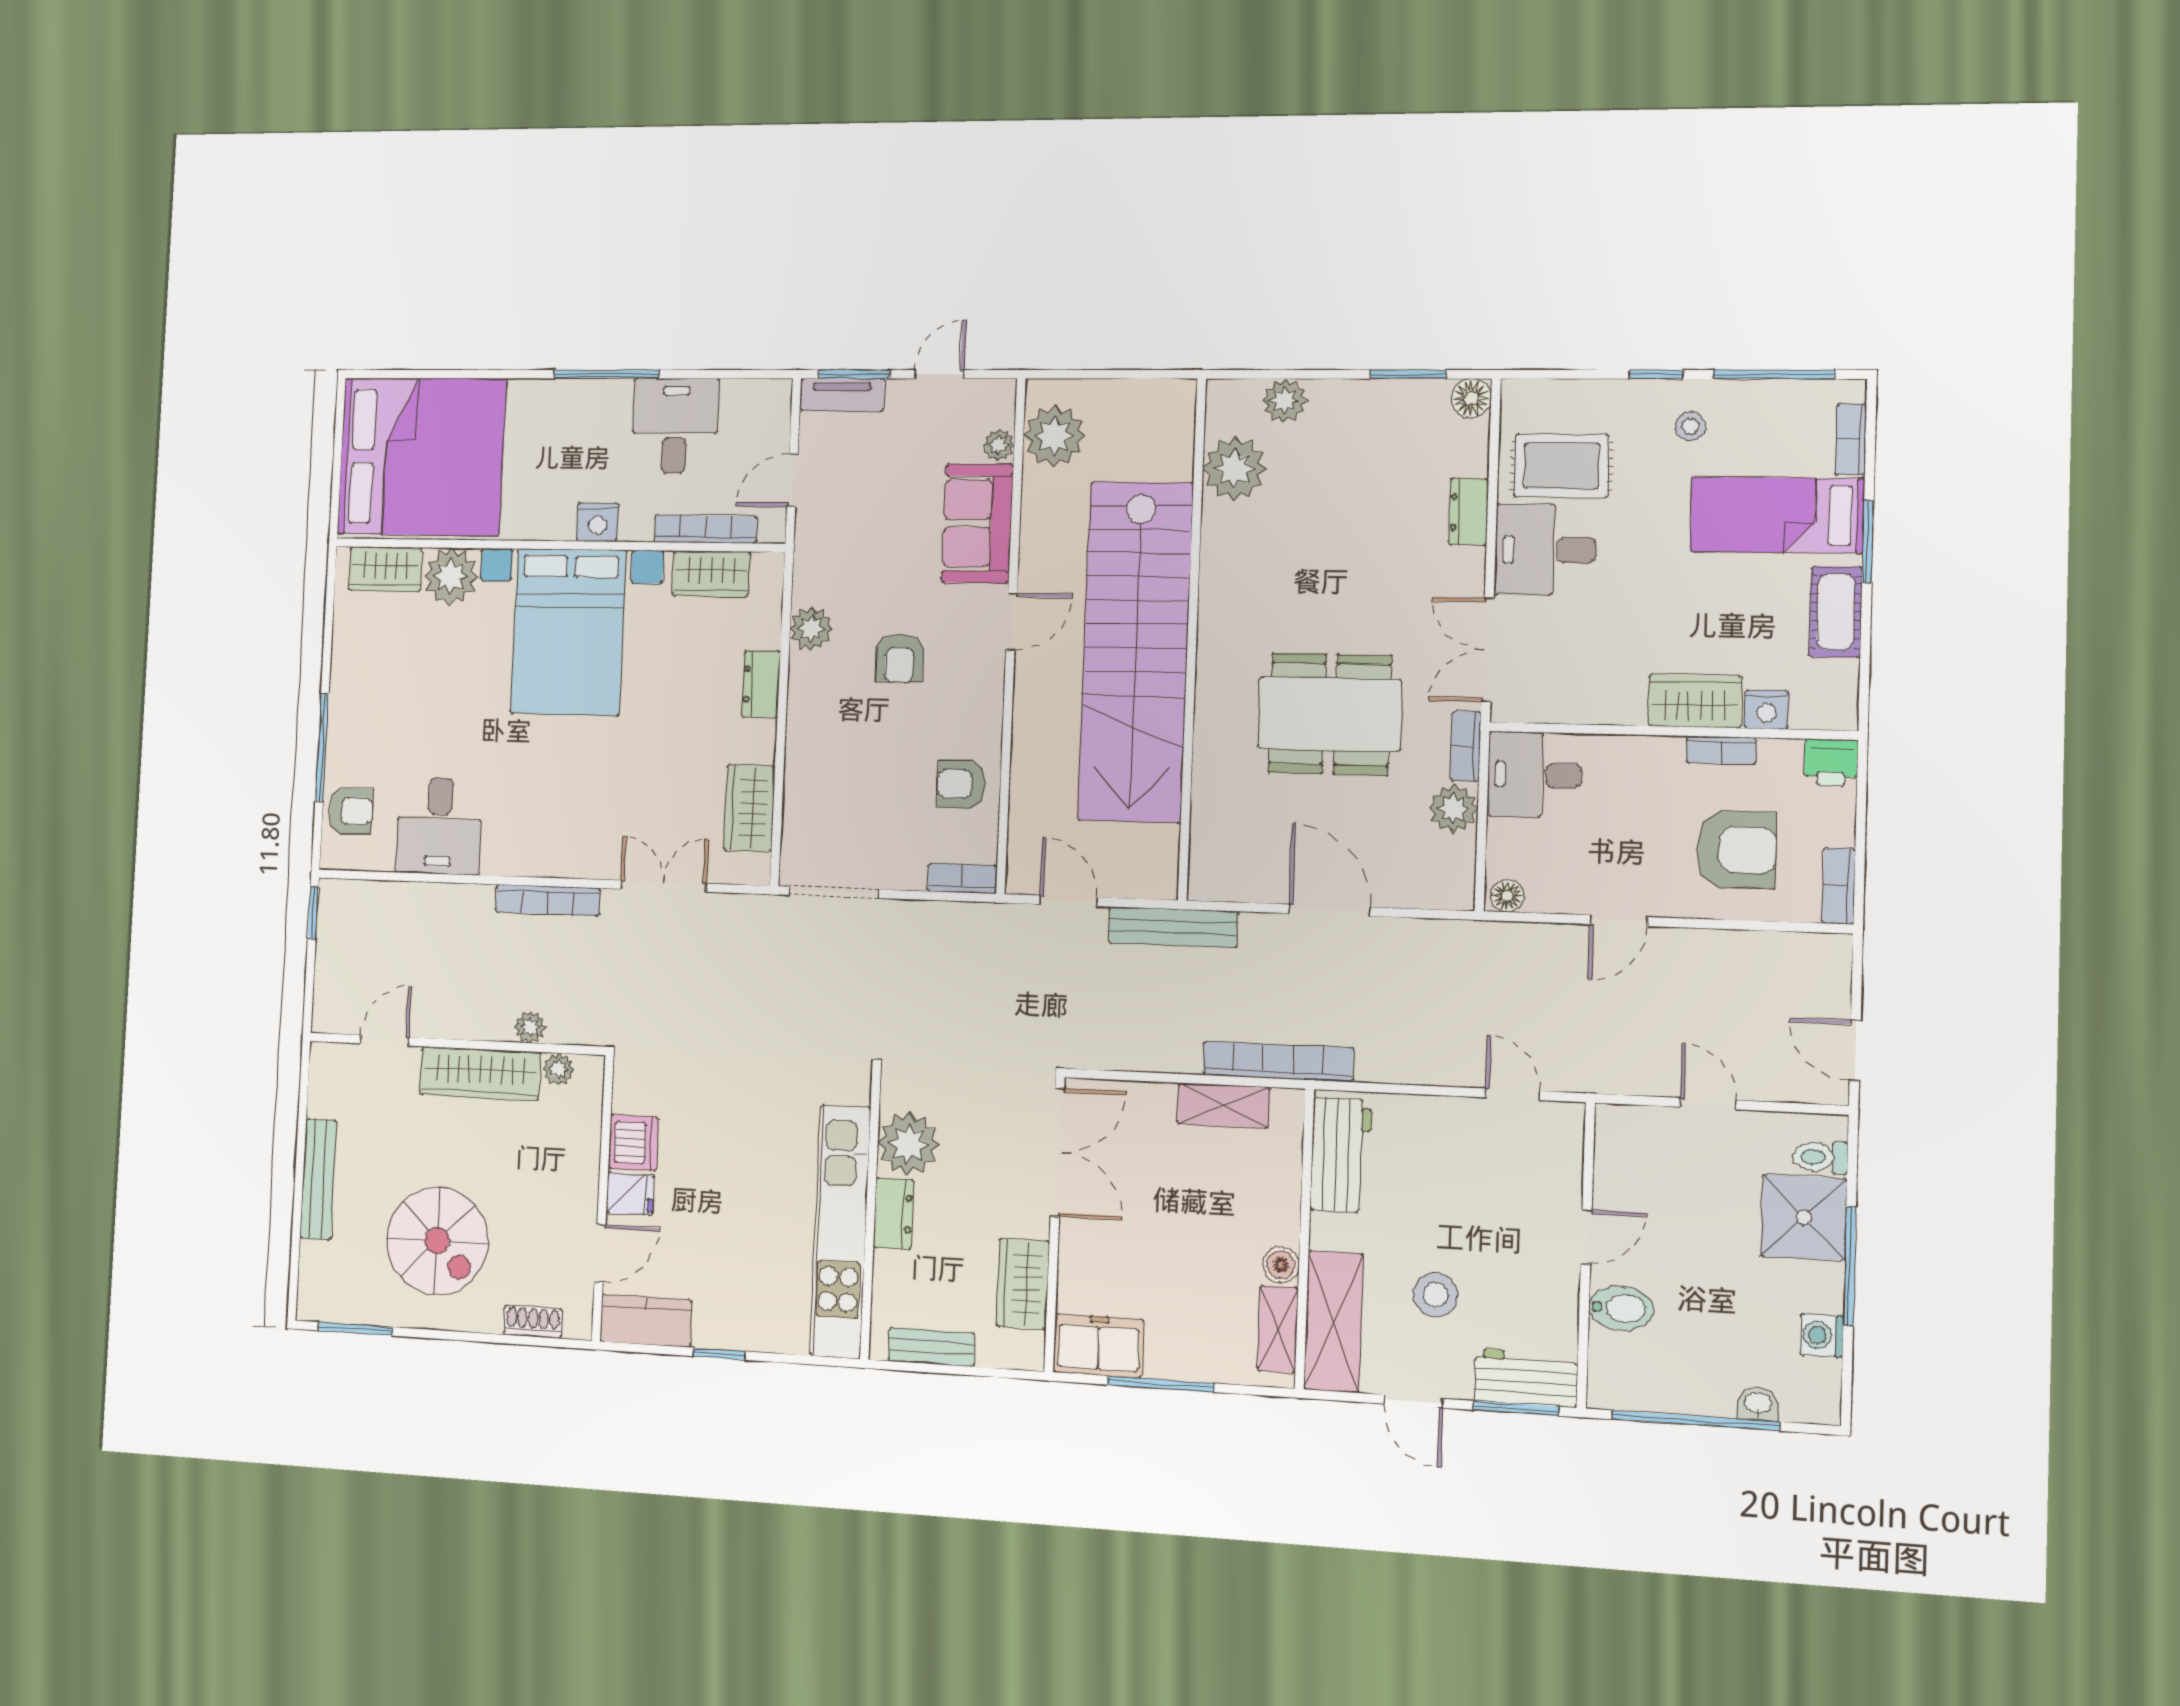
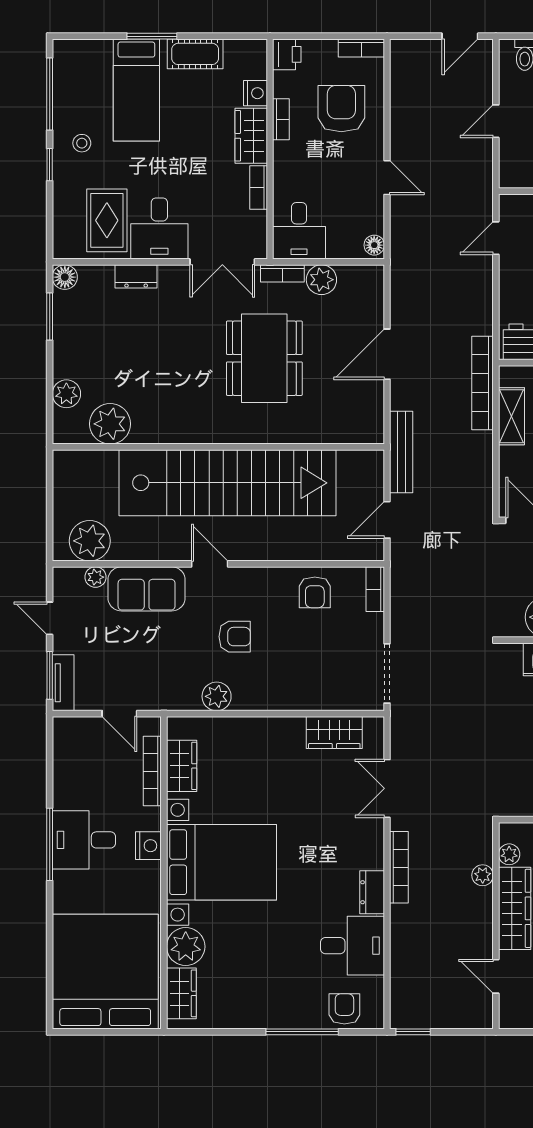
desk: (675, 426) -> (84, 840), moved
bookcase: (1851, 439) -> (259, 187), moved, turned 90
dresser: (761, 684) -> (372, 892), moved, turned 90

